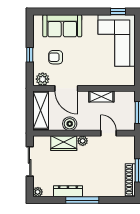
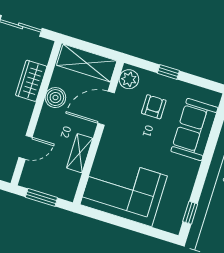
corner sofa: (117, 41) -> (124, 190), moved
plant: (83, 141) -> (26, 108), removed

